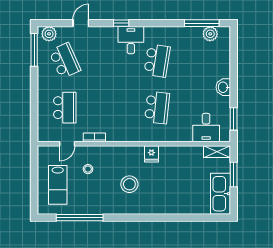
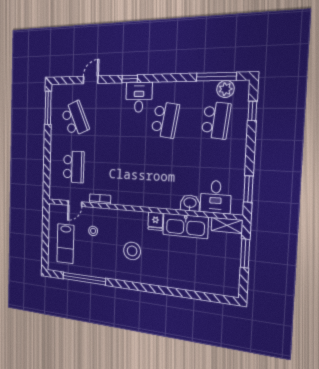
plant: (49, 34) -> (61, 91), removed
window: (234, 53) -> (252, 111), added
washbasin: (223, 87) -> (190, 203), moved, turned 90
school desk: (157, 108) -> (216, 120), moved
kitchen sink: (221, 194) -> (185, 226), moved, turned -90

